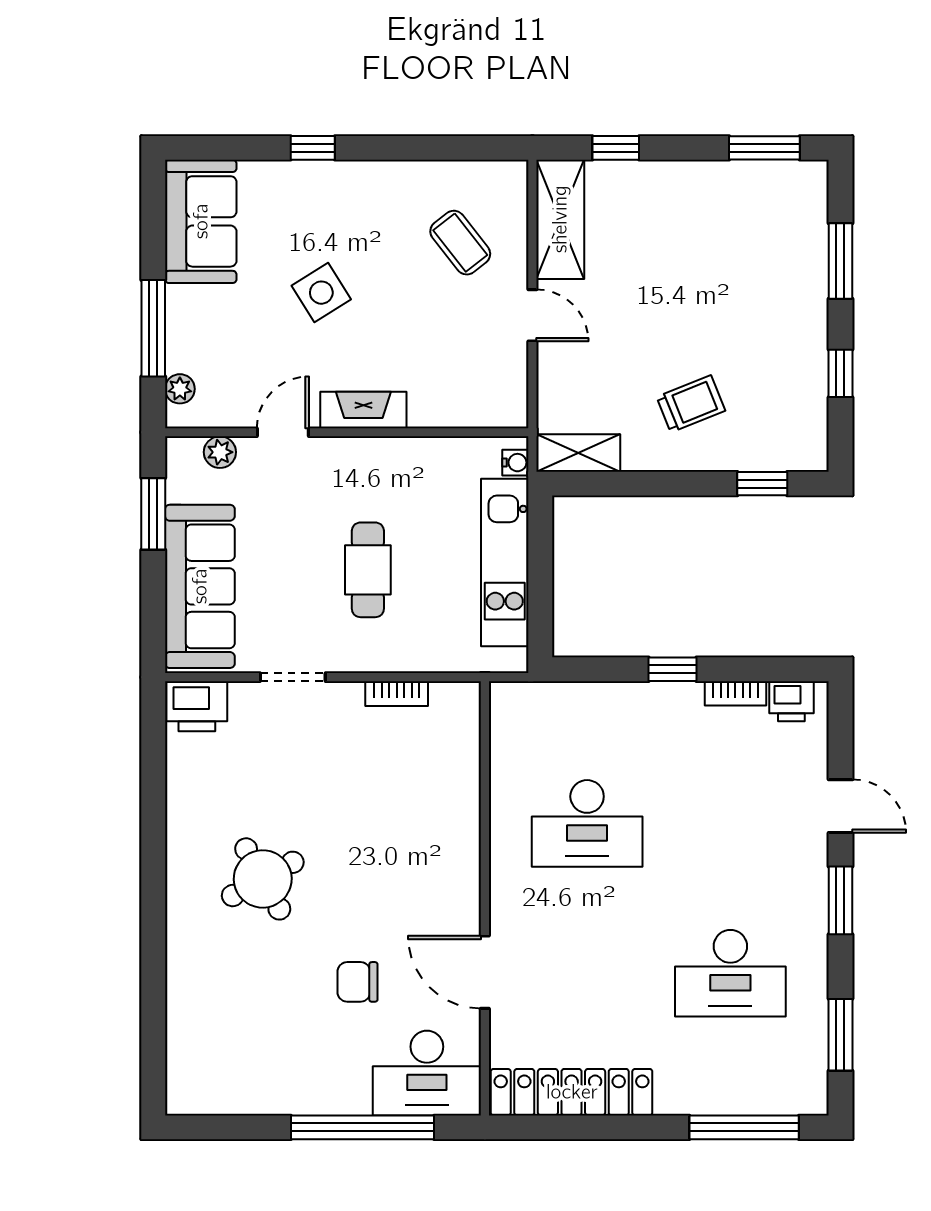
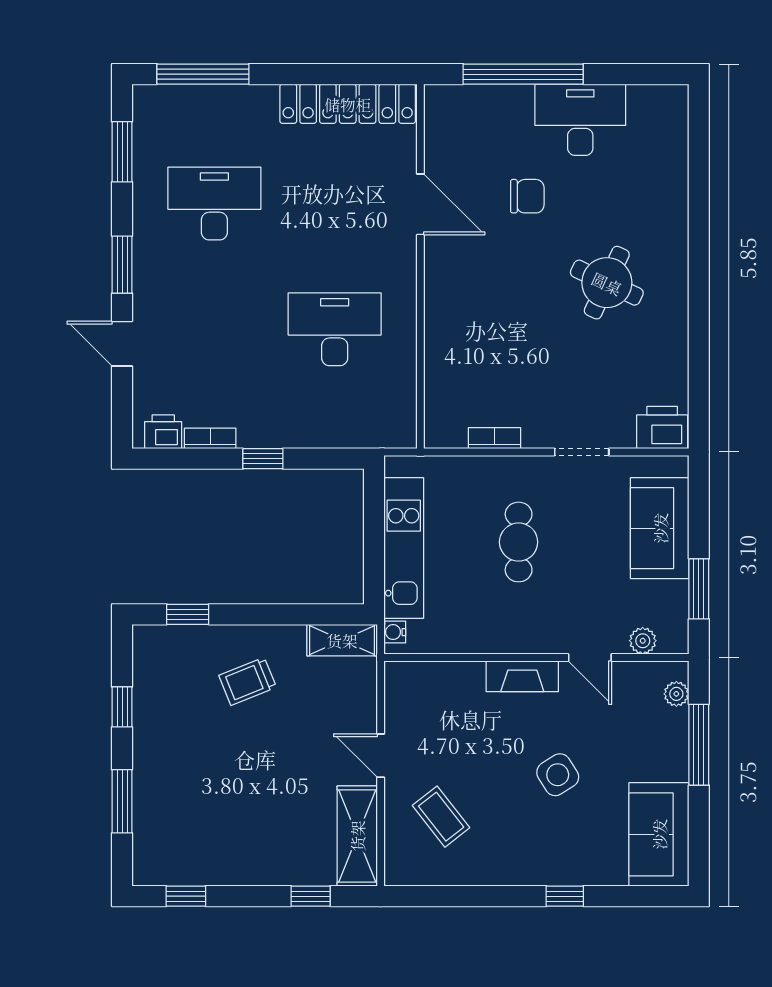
window: (764, 148) -> (186, 896), width x0.67
door: (283, 432) -> (590, 657), hinge flipped
sofa: (200, 586) -> (660, 528), width x0.73
round table: (263, 879) -> (607, 283), turned -36
desk: (427, 1073) -> (580, 120), moved

